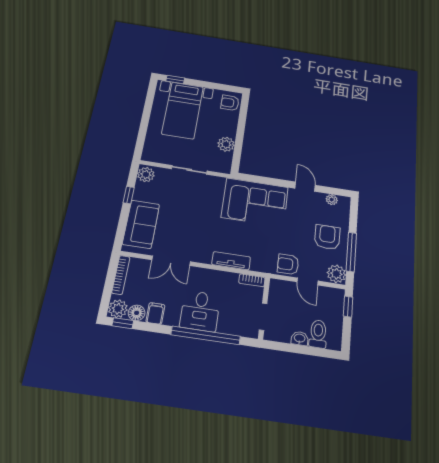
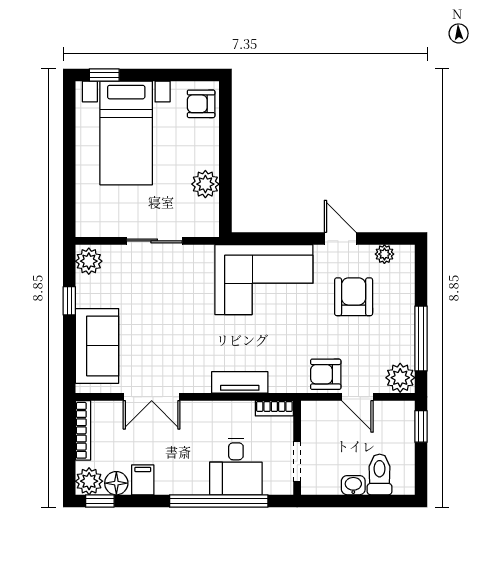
armchair: (327, 237) -> (354, 297), moved
desk: (200, 311) -> (236, 467), moved

